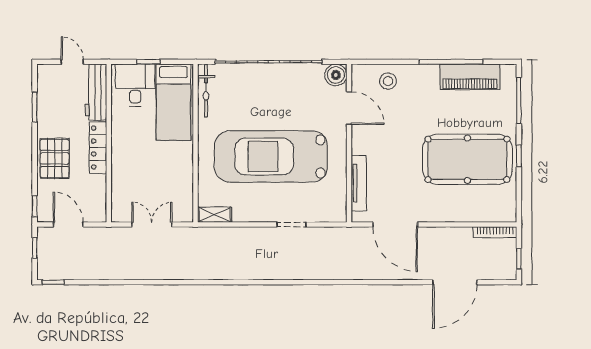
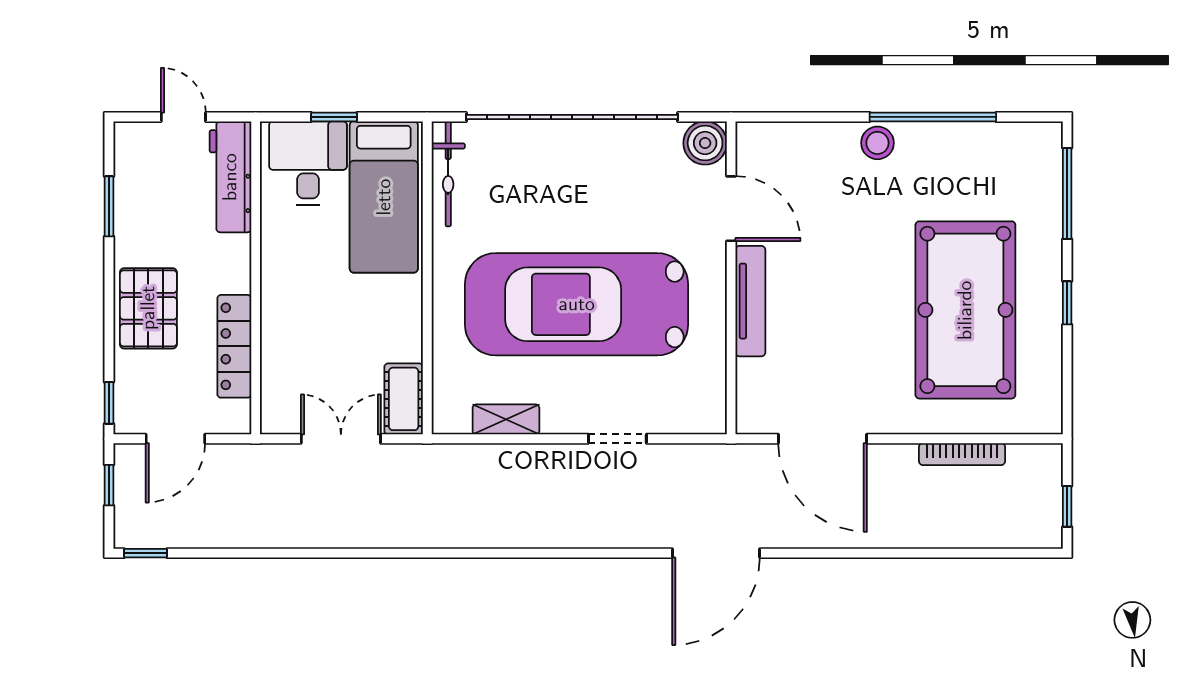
piano: (470, 77) -> (970, 147), removed
stool: (388, 81) -> (877, 143), moved
locker: (98, 148) -> (234, 346), moved
pool table: (467, 159) -> (965, 310), turned 90
tv unit: (359, 183) -> (750, 301), moved
cot: (184, 204) -> (404, 399), added
shelving: (215, 215) -> (506, 419), moved
door: (68, 224) -> (175, 439), swing flipped
bookcase: (495, 232) -> (962, 454), moved
door: (455, 282) -> (716, 553), moved

